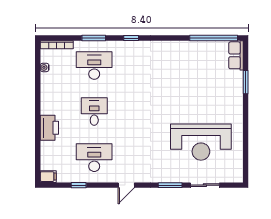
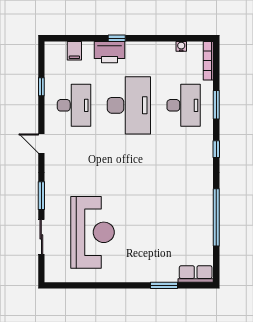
window: (214, 38) -> (216, 217), moved
desk: (94, 112) -> (129, 105), width x1.87, depth x1.30
window: (38, 122) -> (117, 38), added
reception desk: (201, 142) -> (93, 232), turned 180
filing cabinet: (48, 177) -> (74, 51), moved

